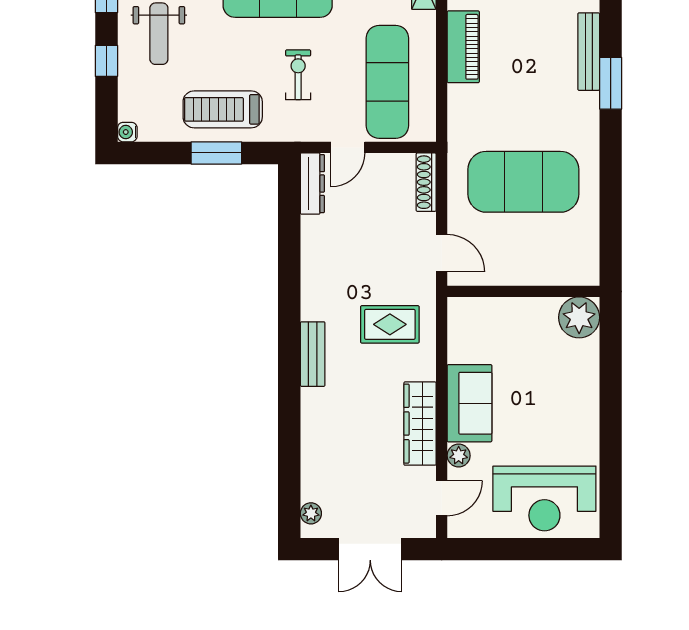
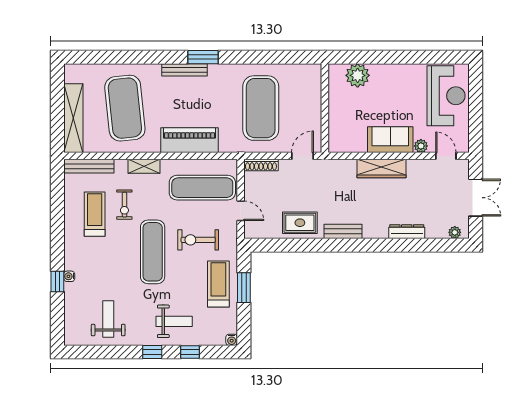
piano: (463, 47) -> (189, 140), width x1.37, depth x1.33
exercise bike: (298, 75) -> (198, 240), width x1.38, depth x1.39
treadmill: (223, 109) -> (218, 284), turned 180
dresser: (312, 184) -> (407, 232), moved
plant: (579, 317) -> (358, 75), moved
rug: (390, 324) -> (300, 223), moved, turned 90
bench: (313, 354) -> (343, 231), moved
wardrobe: (420, 424) -> (382, 169), moved

